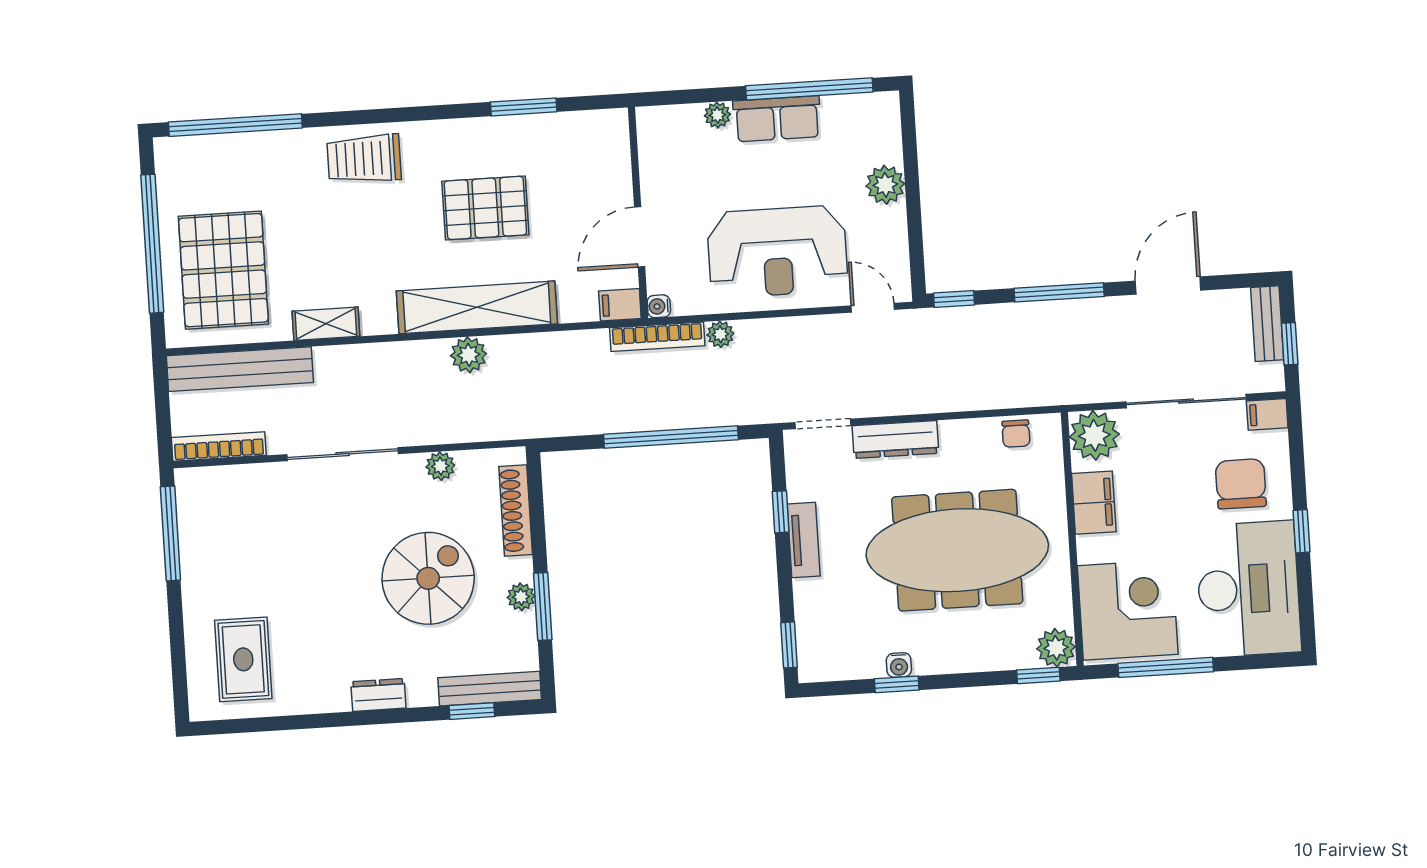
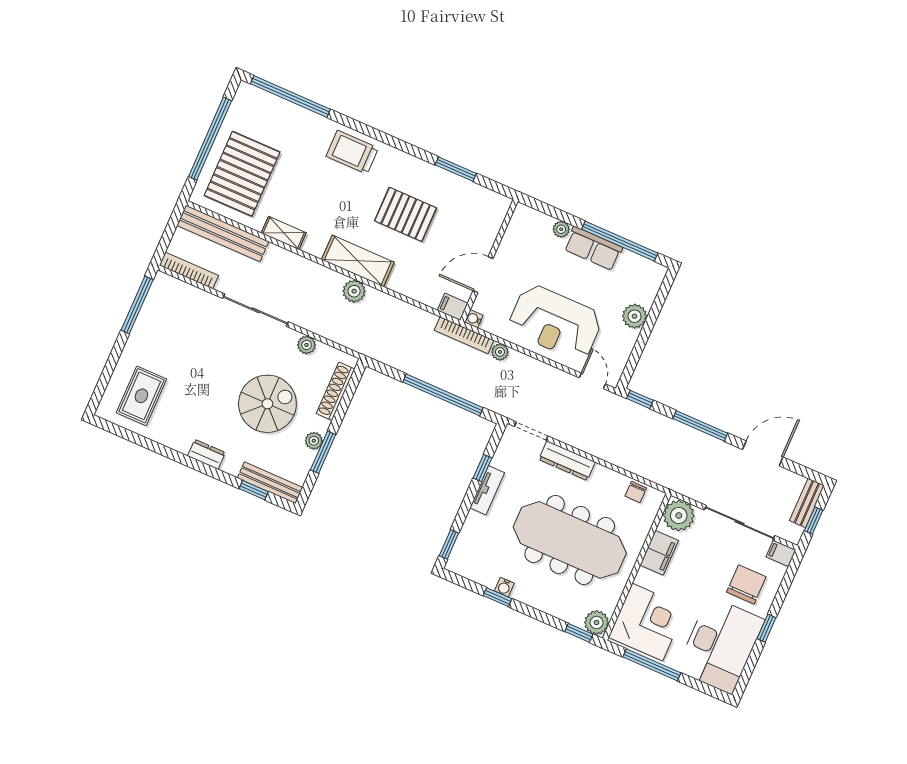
shelving: (477, 307) -> (358, 261), width x0.68

